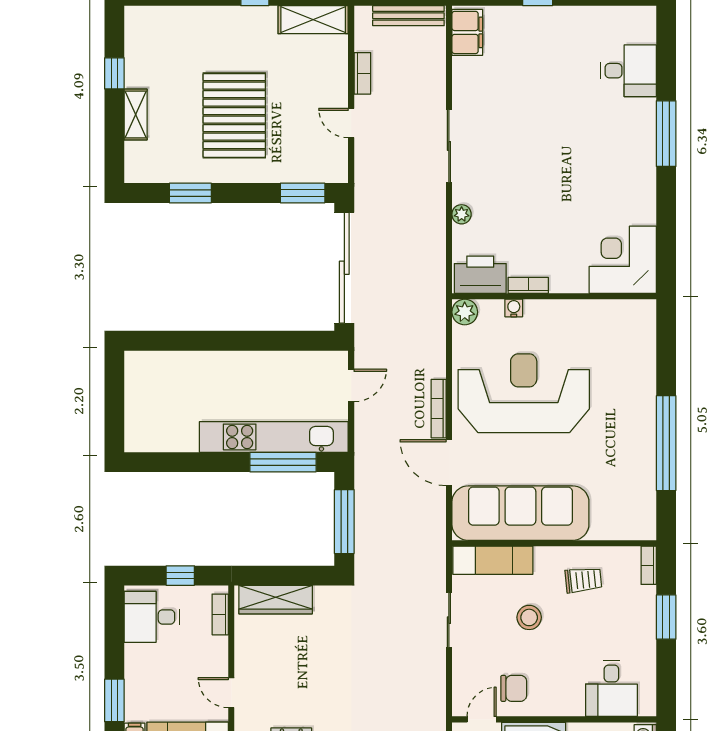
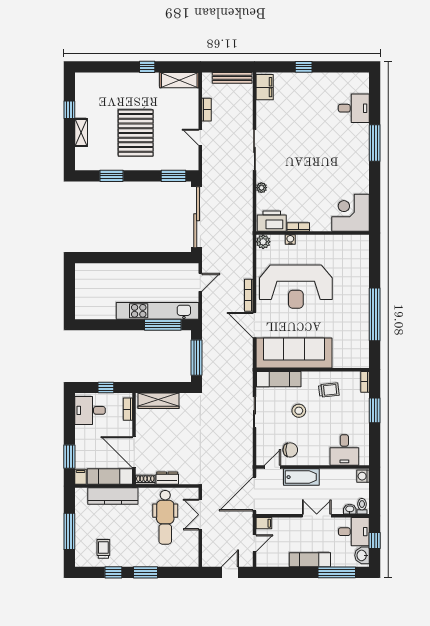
reception desk: (524, 393) -> (296, 287), turned 180
door: (231, 693) -> (134, 452), width x1.87

